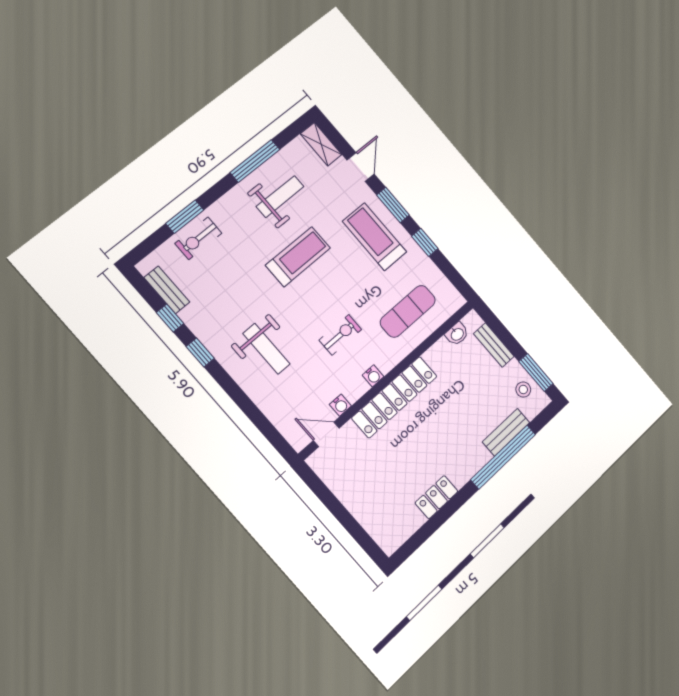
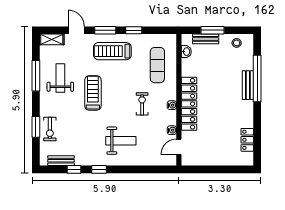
window: (536, 373) -> (212, 30), moved
bench: (506, 432) -> (248, 85), moved
locker: (437, 497) -> (247, 140), moved

